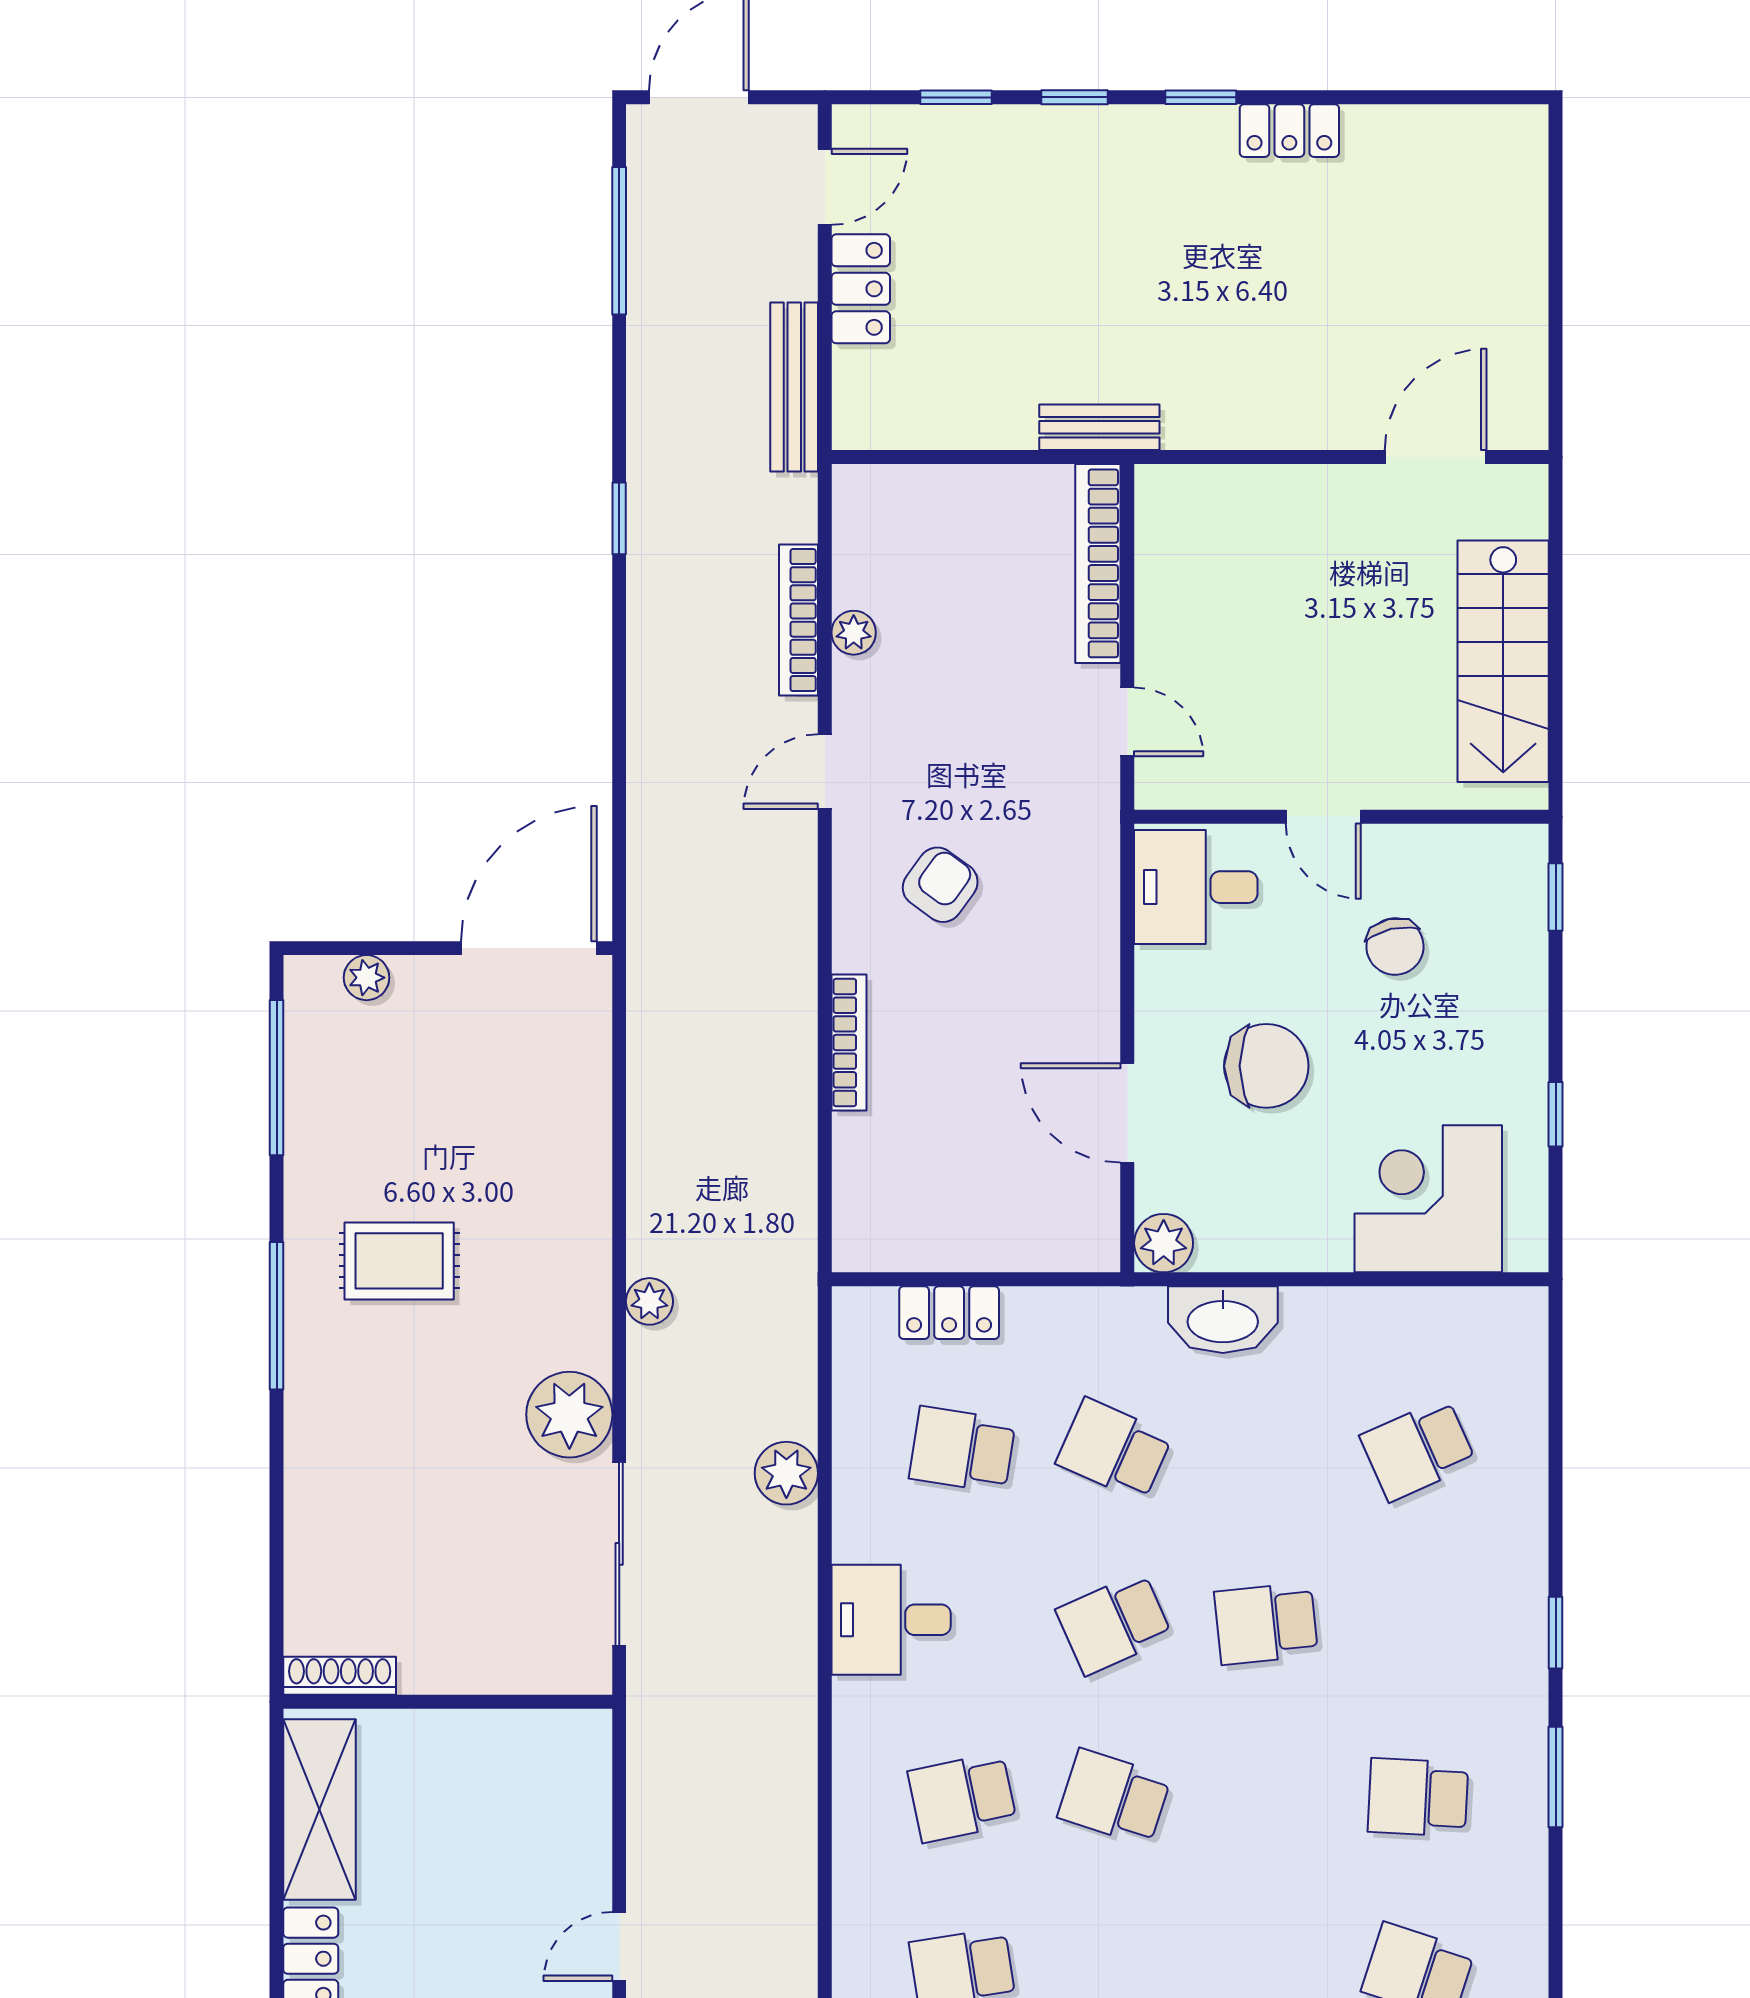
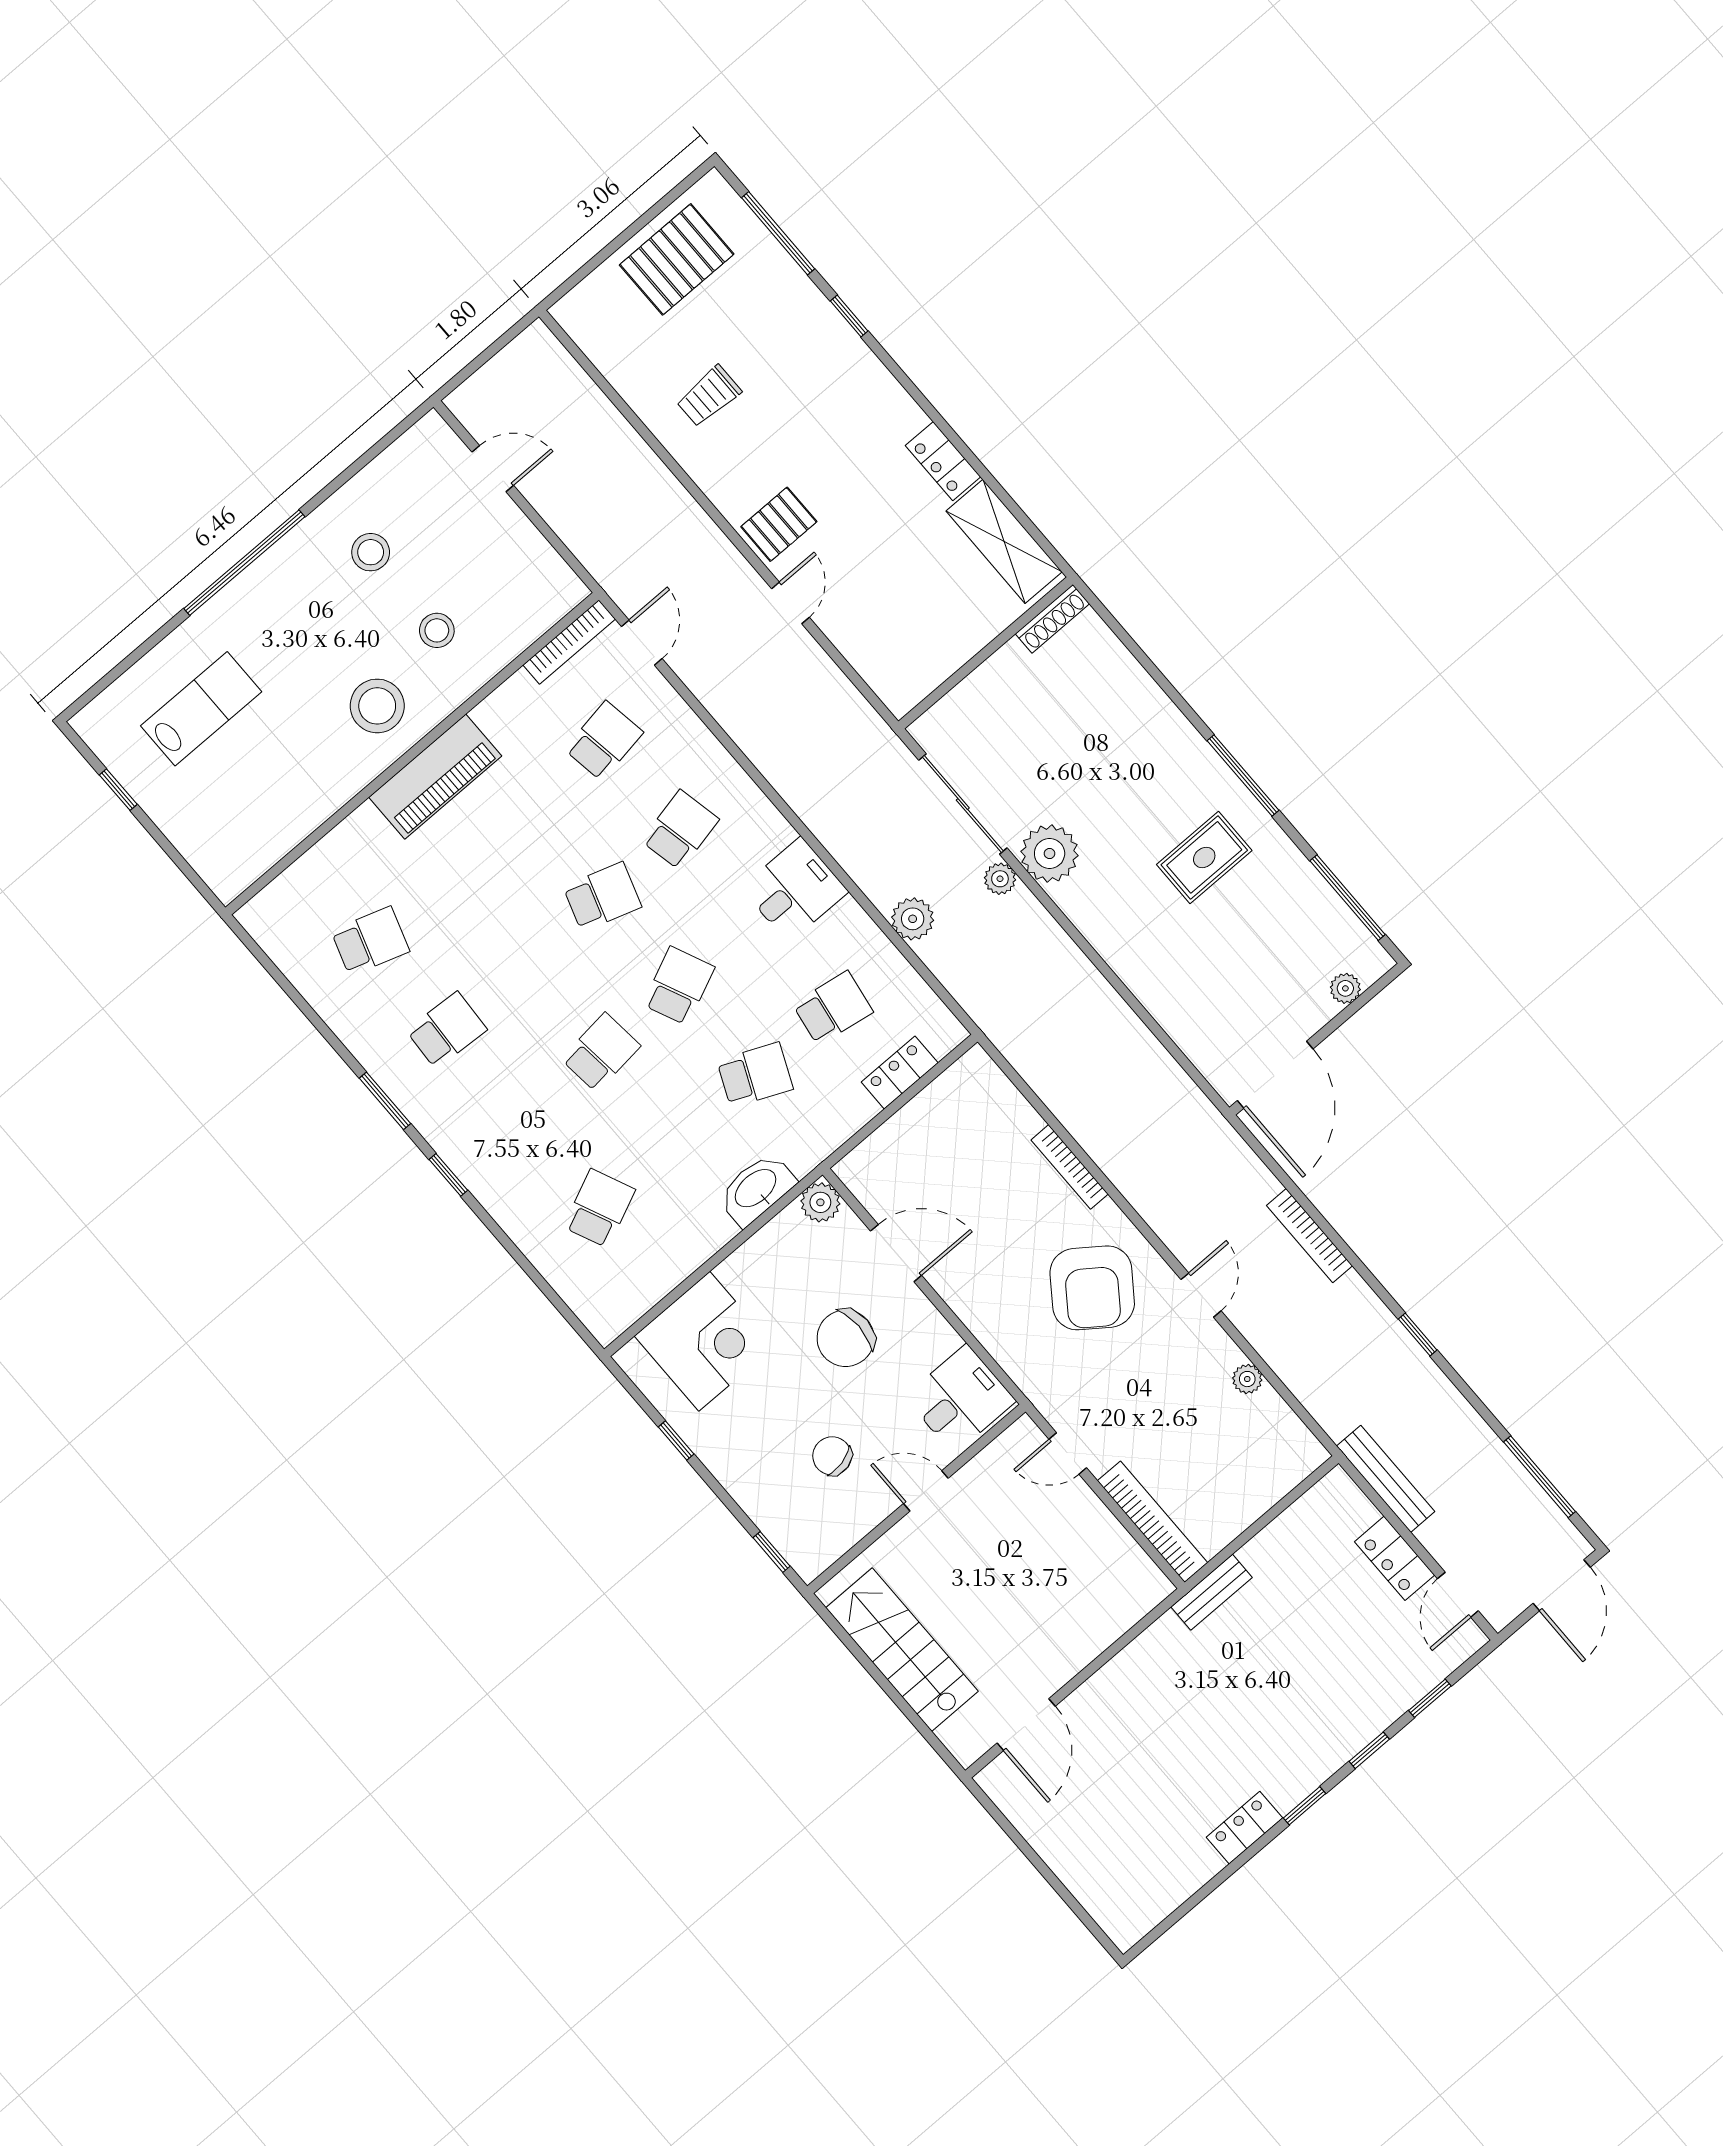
bookcase: (798, 620) -> (1310, 1236), moved, turned 180
armchair: (940, 885) -> (1092, 1288), width x1.88, depth x1.88
plant: (649, 1301) -> (1000, 879), moved

